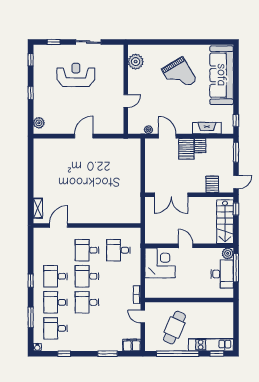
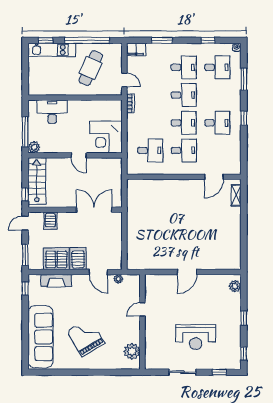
server rack: (200, 146) -> (56, 259), width x2.18, depth x1.44
desk: (222, 274) -> (52, 112), moved, turned 90
desk: (56, 302) -> (184, 67), moved

